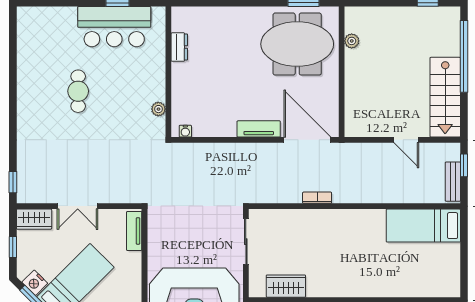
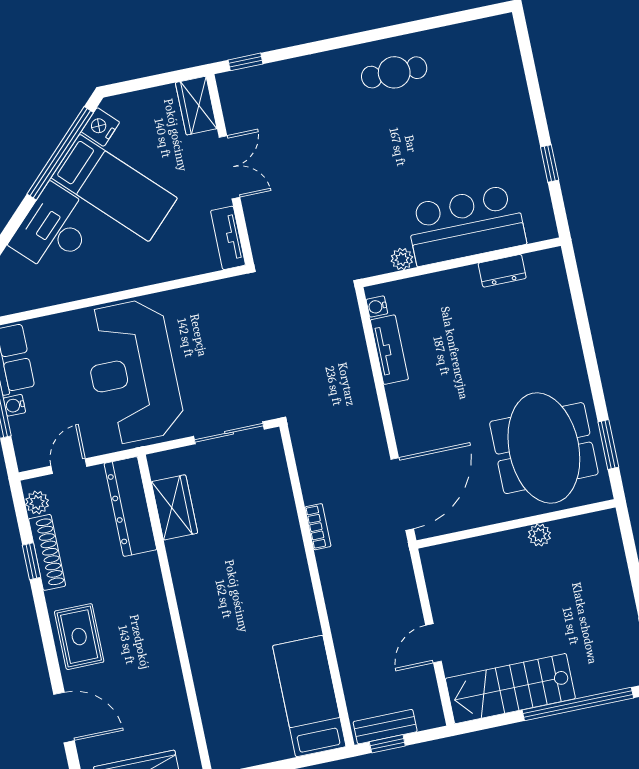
bar counter: (114, 27) -> (466, 225), moved, turned 90
plant: (352, 41) -> (539, 535), moved
cafe table: (78, 91) -> (394, 72), moved
tv unit: (259, 129) -> (389, 350), moved
window: (464, 165) -> (387, 744), moved
double door: (78, 206) -> (229, 167), swing flipped
tv unit: (134, 231) -> (228, 238), moved, turned -90
window: (13, 247) -> (147, 82), removed

